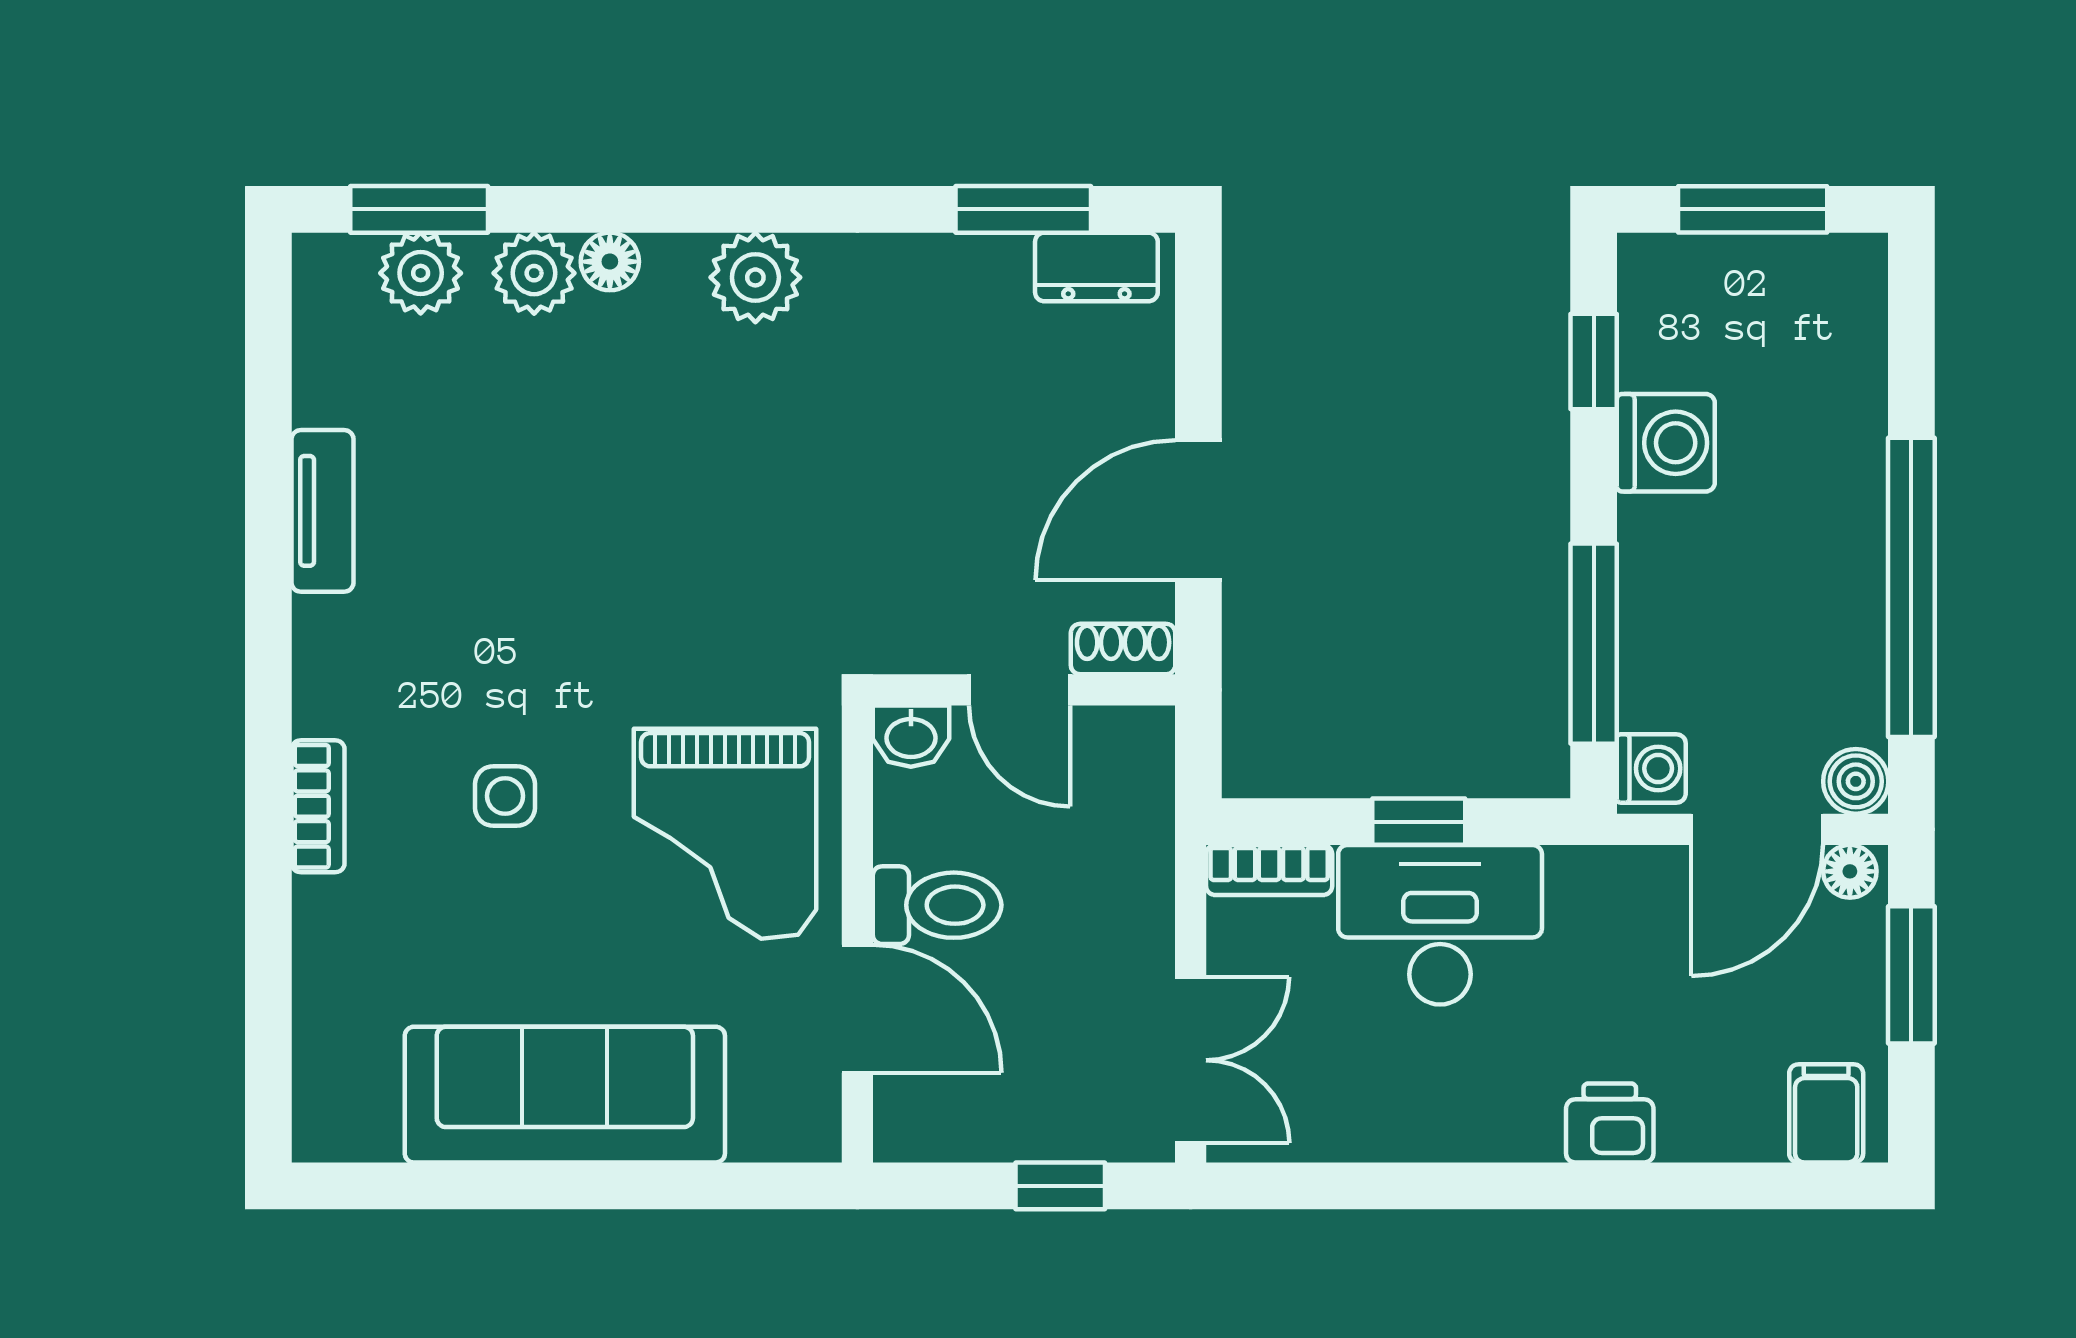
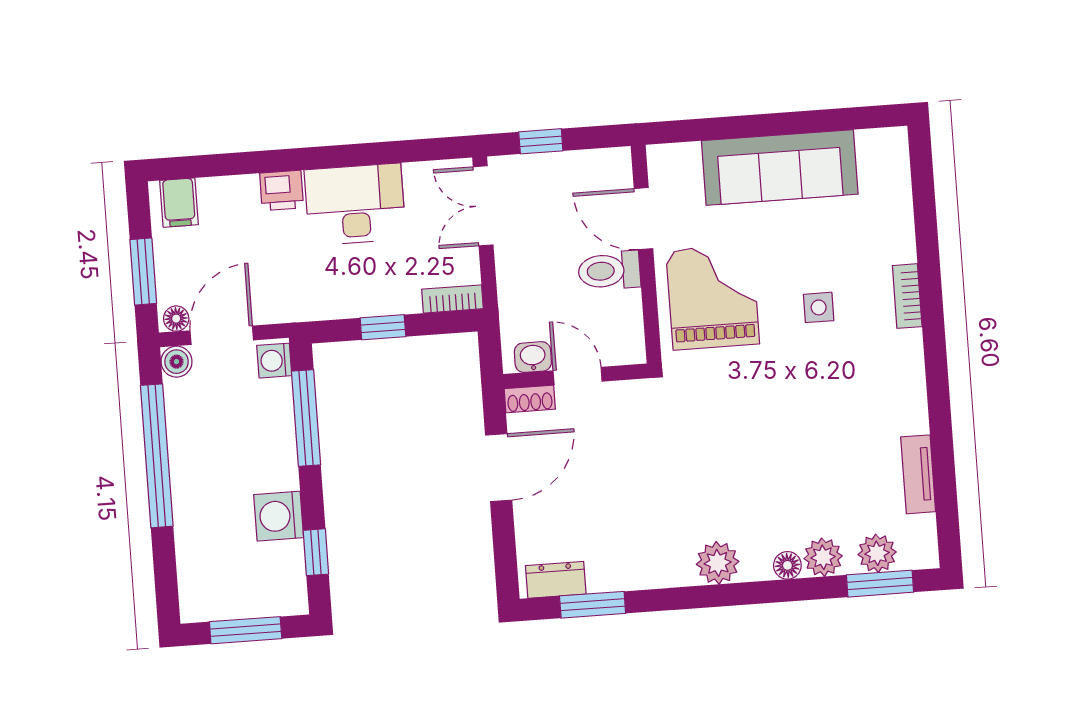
tv unit: (322, 511) -> (918, 474), moved
washbasin: (911, 736) -> (533, 357), moved
desk: (1440, 925) -> (355, 204), moved, turned 180

